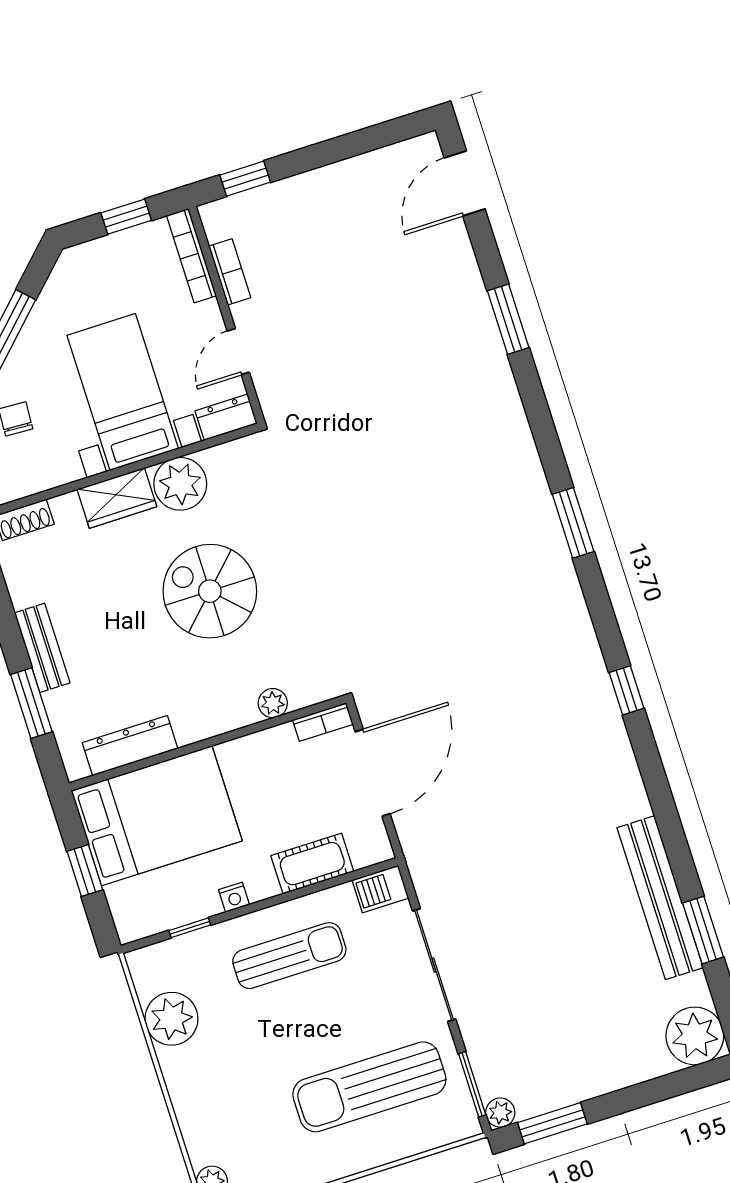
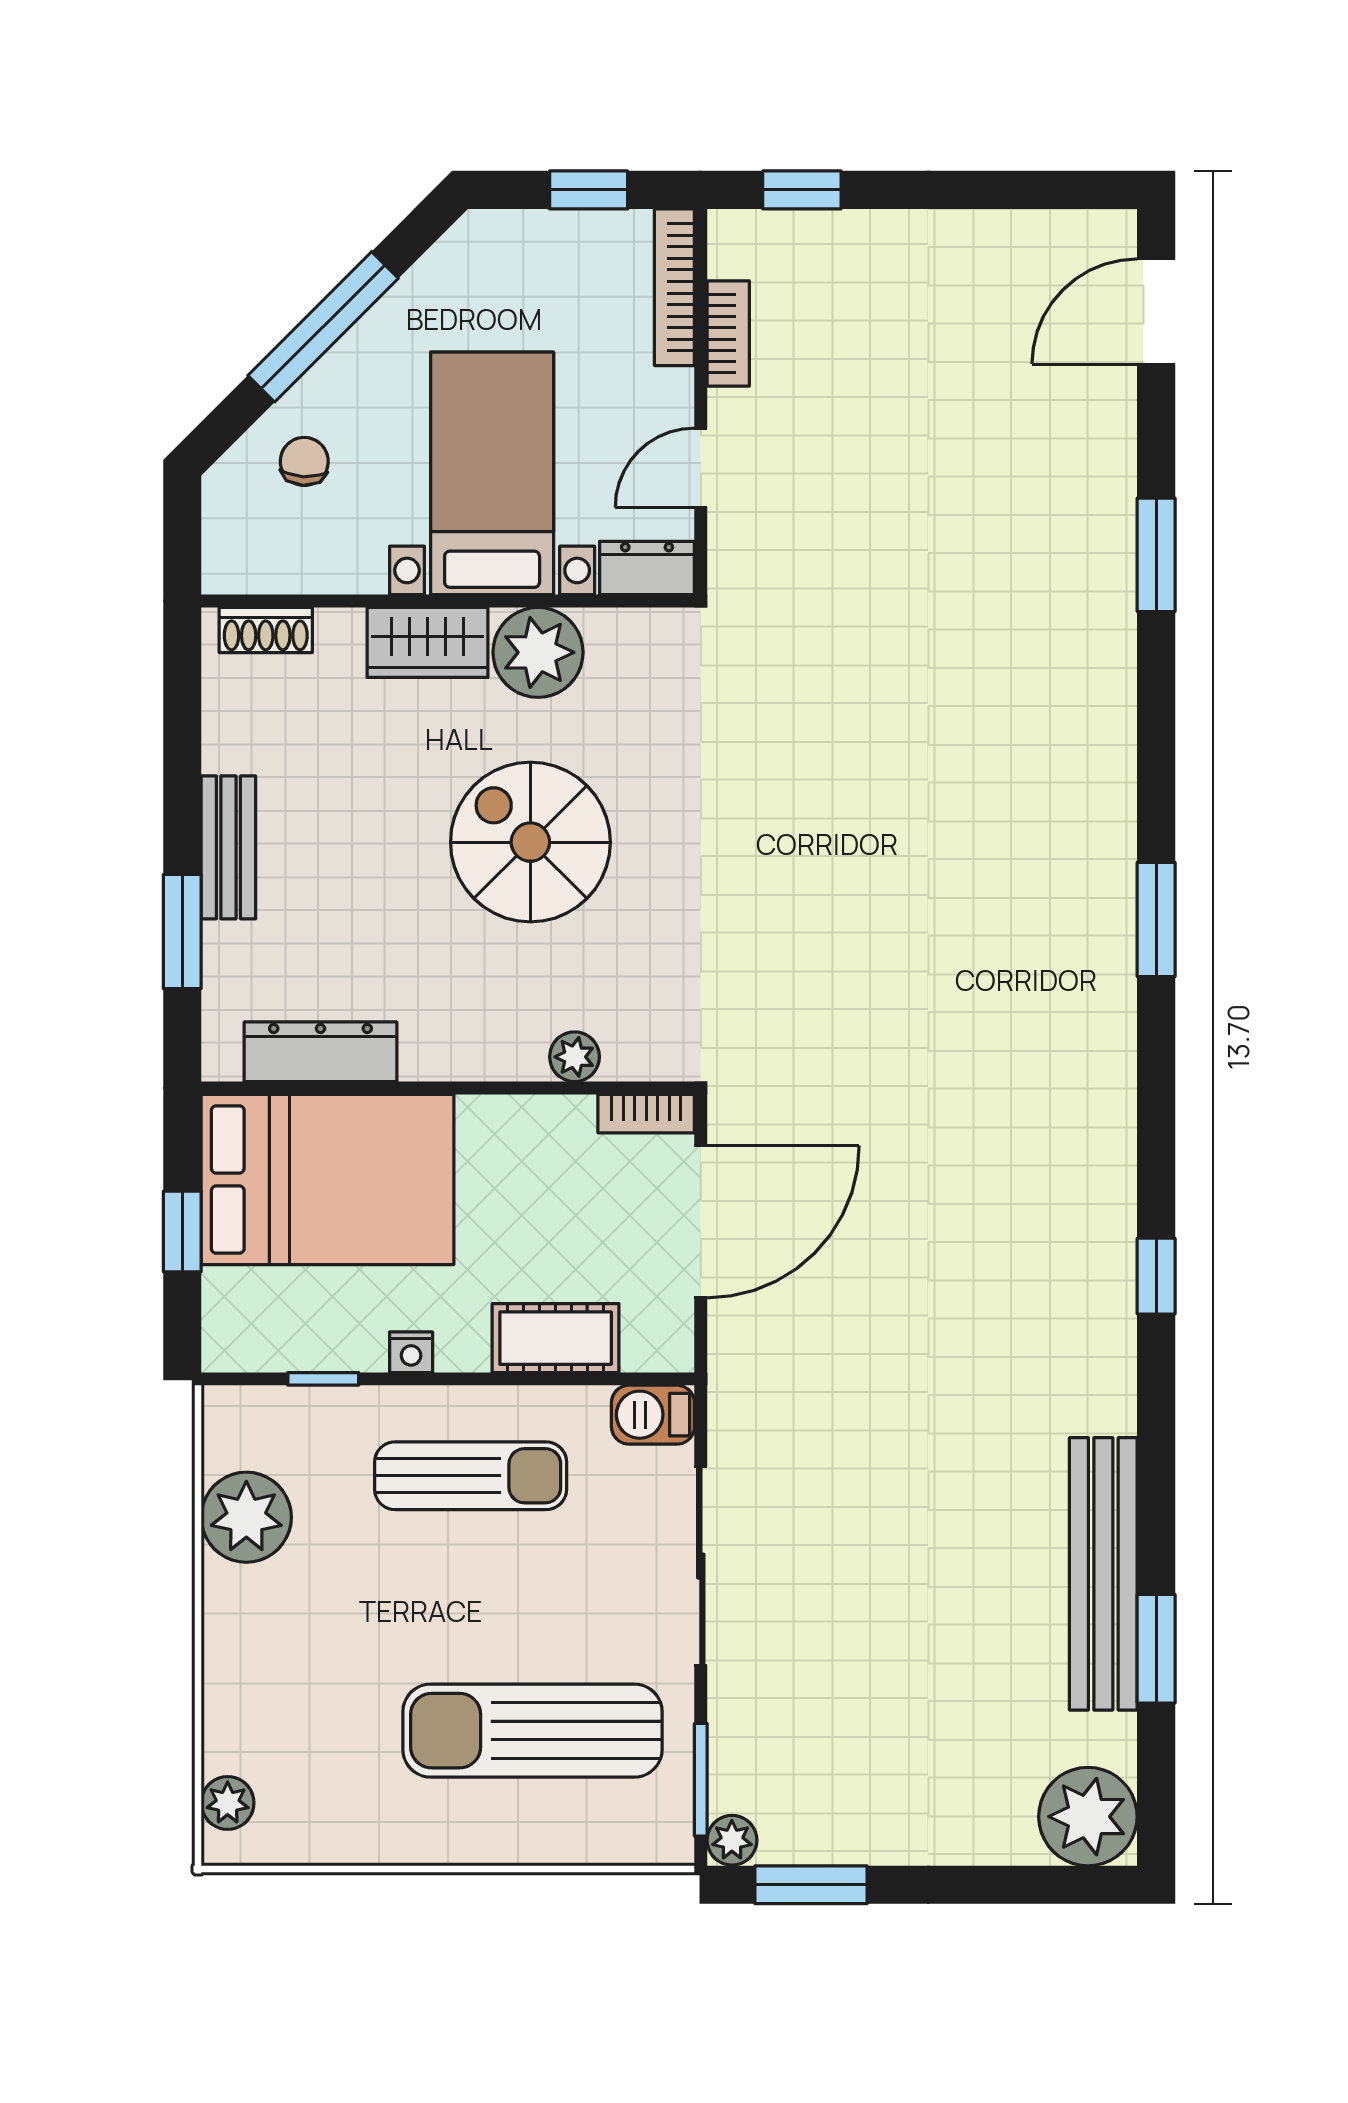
window: (627, 690) -> (1156, 1276), moved

